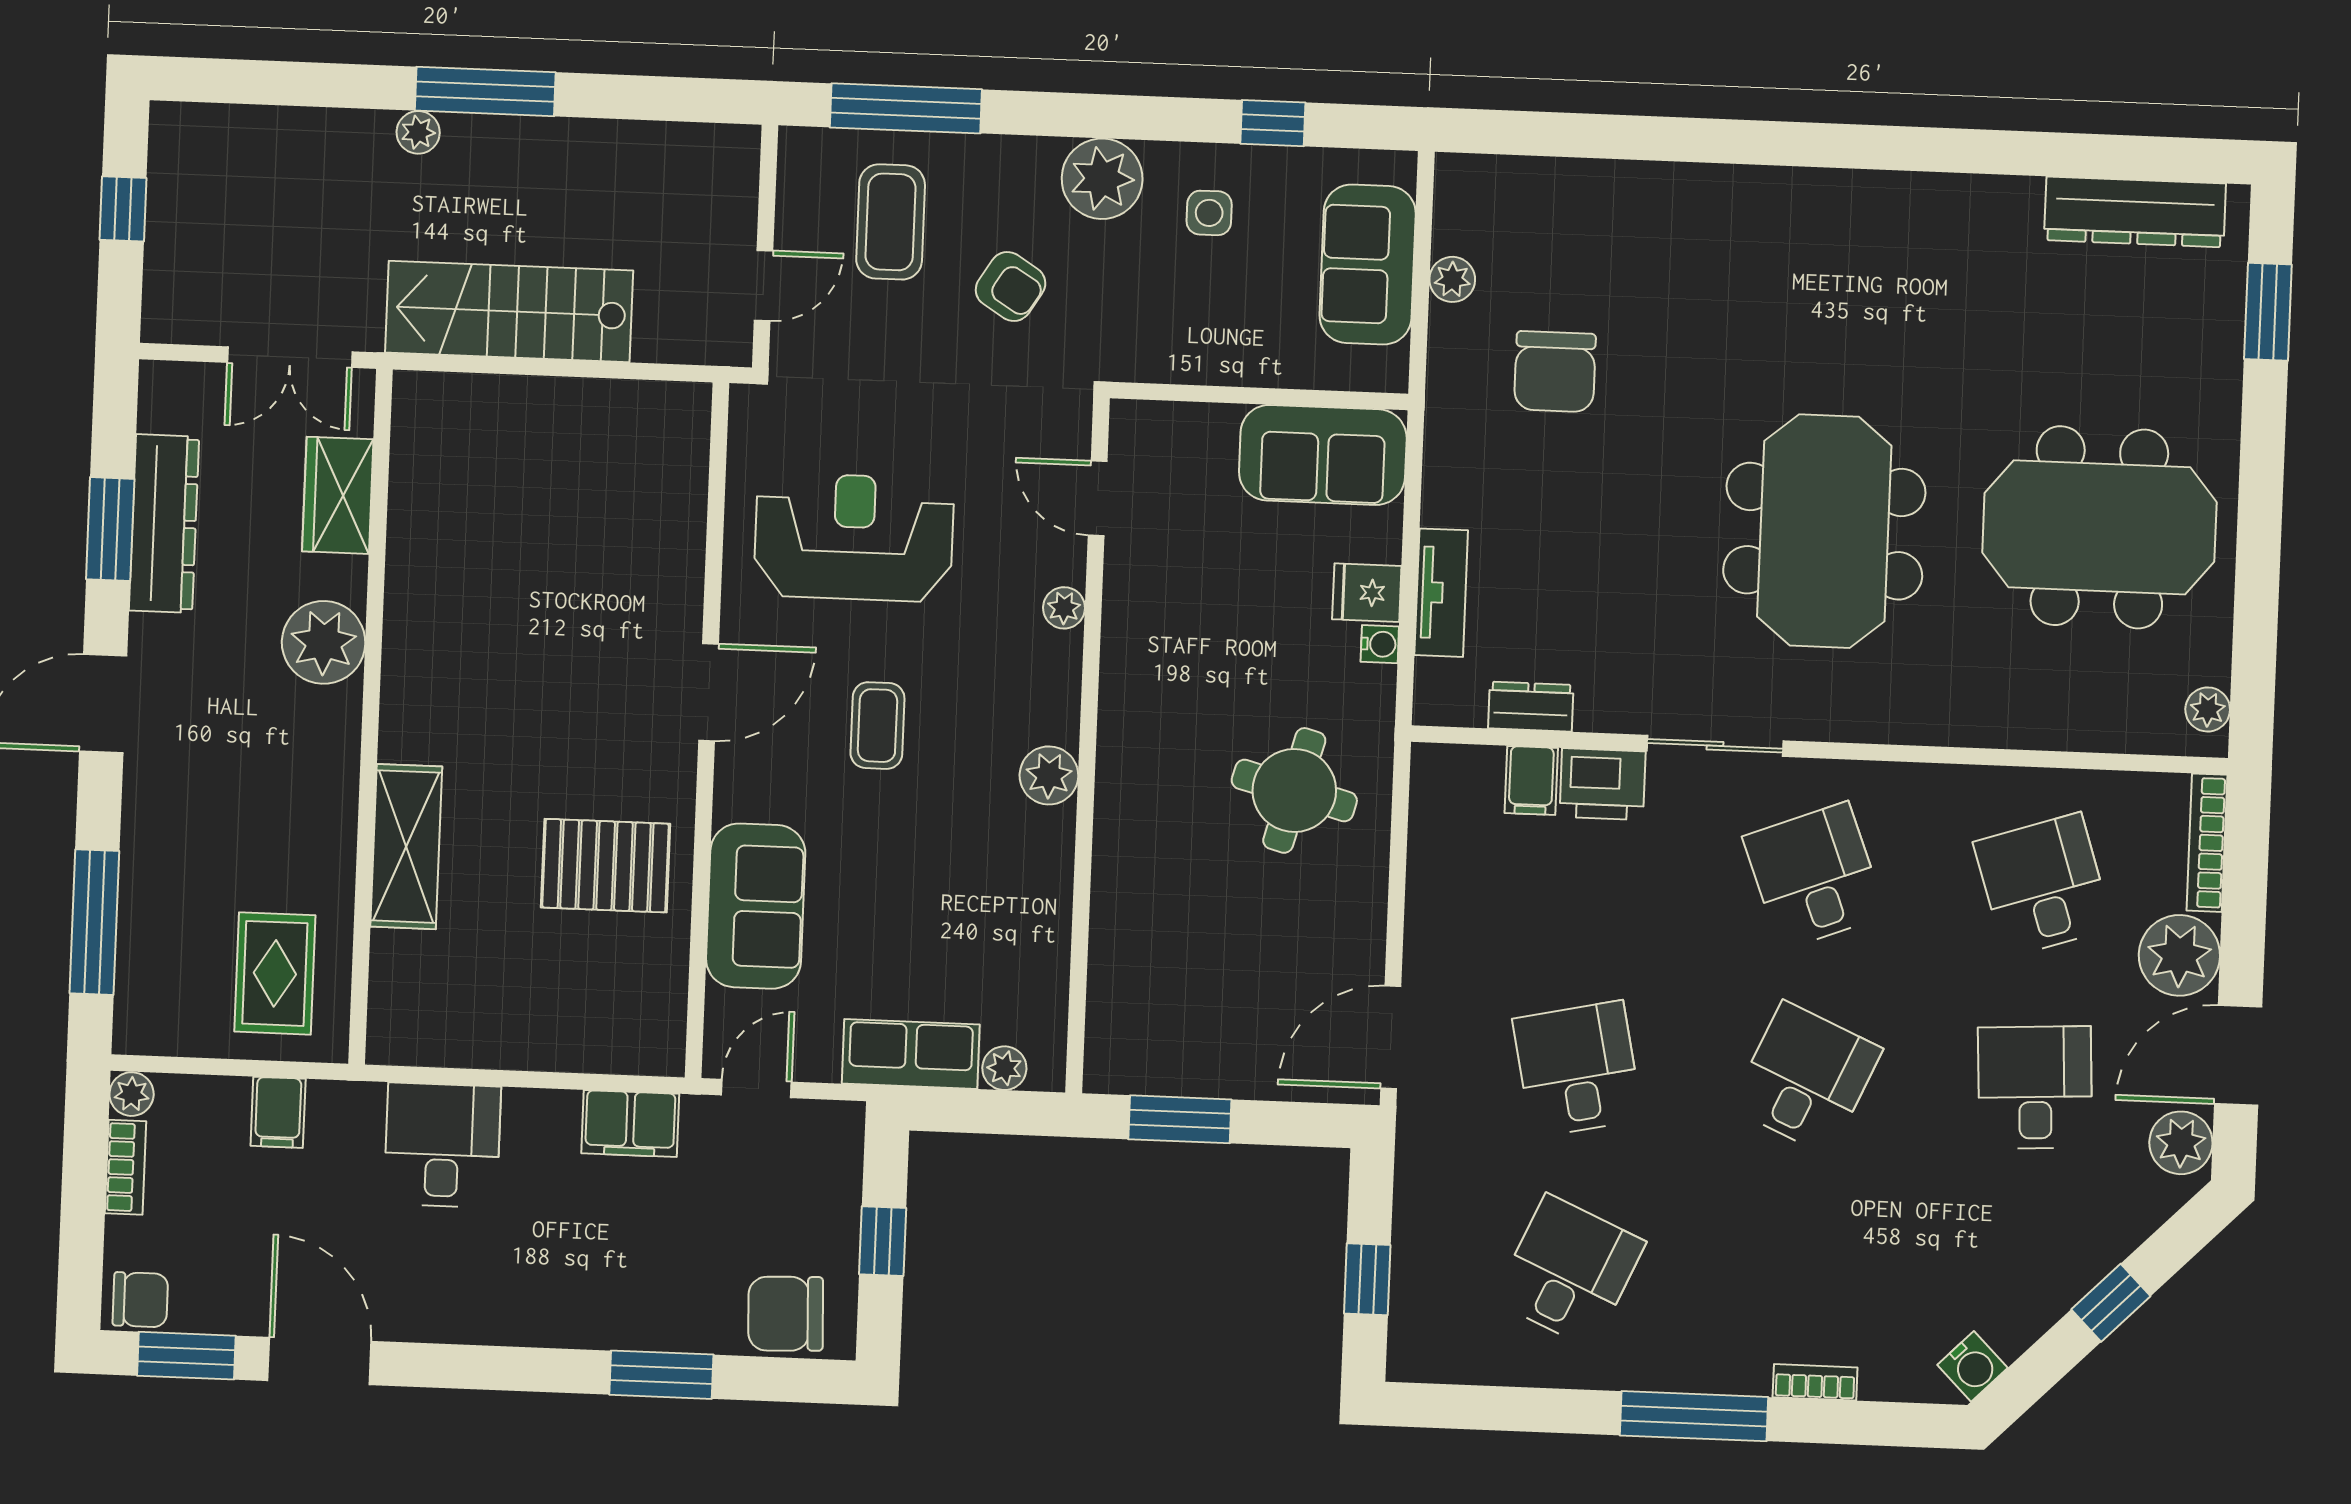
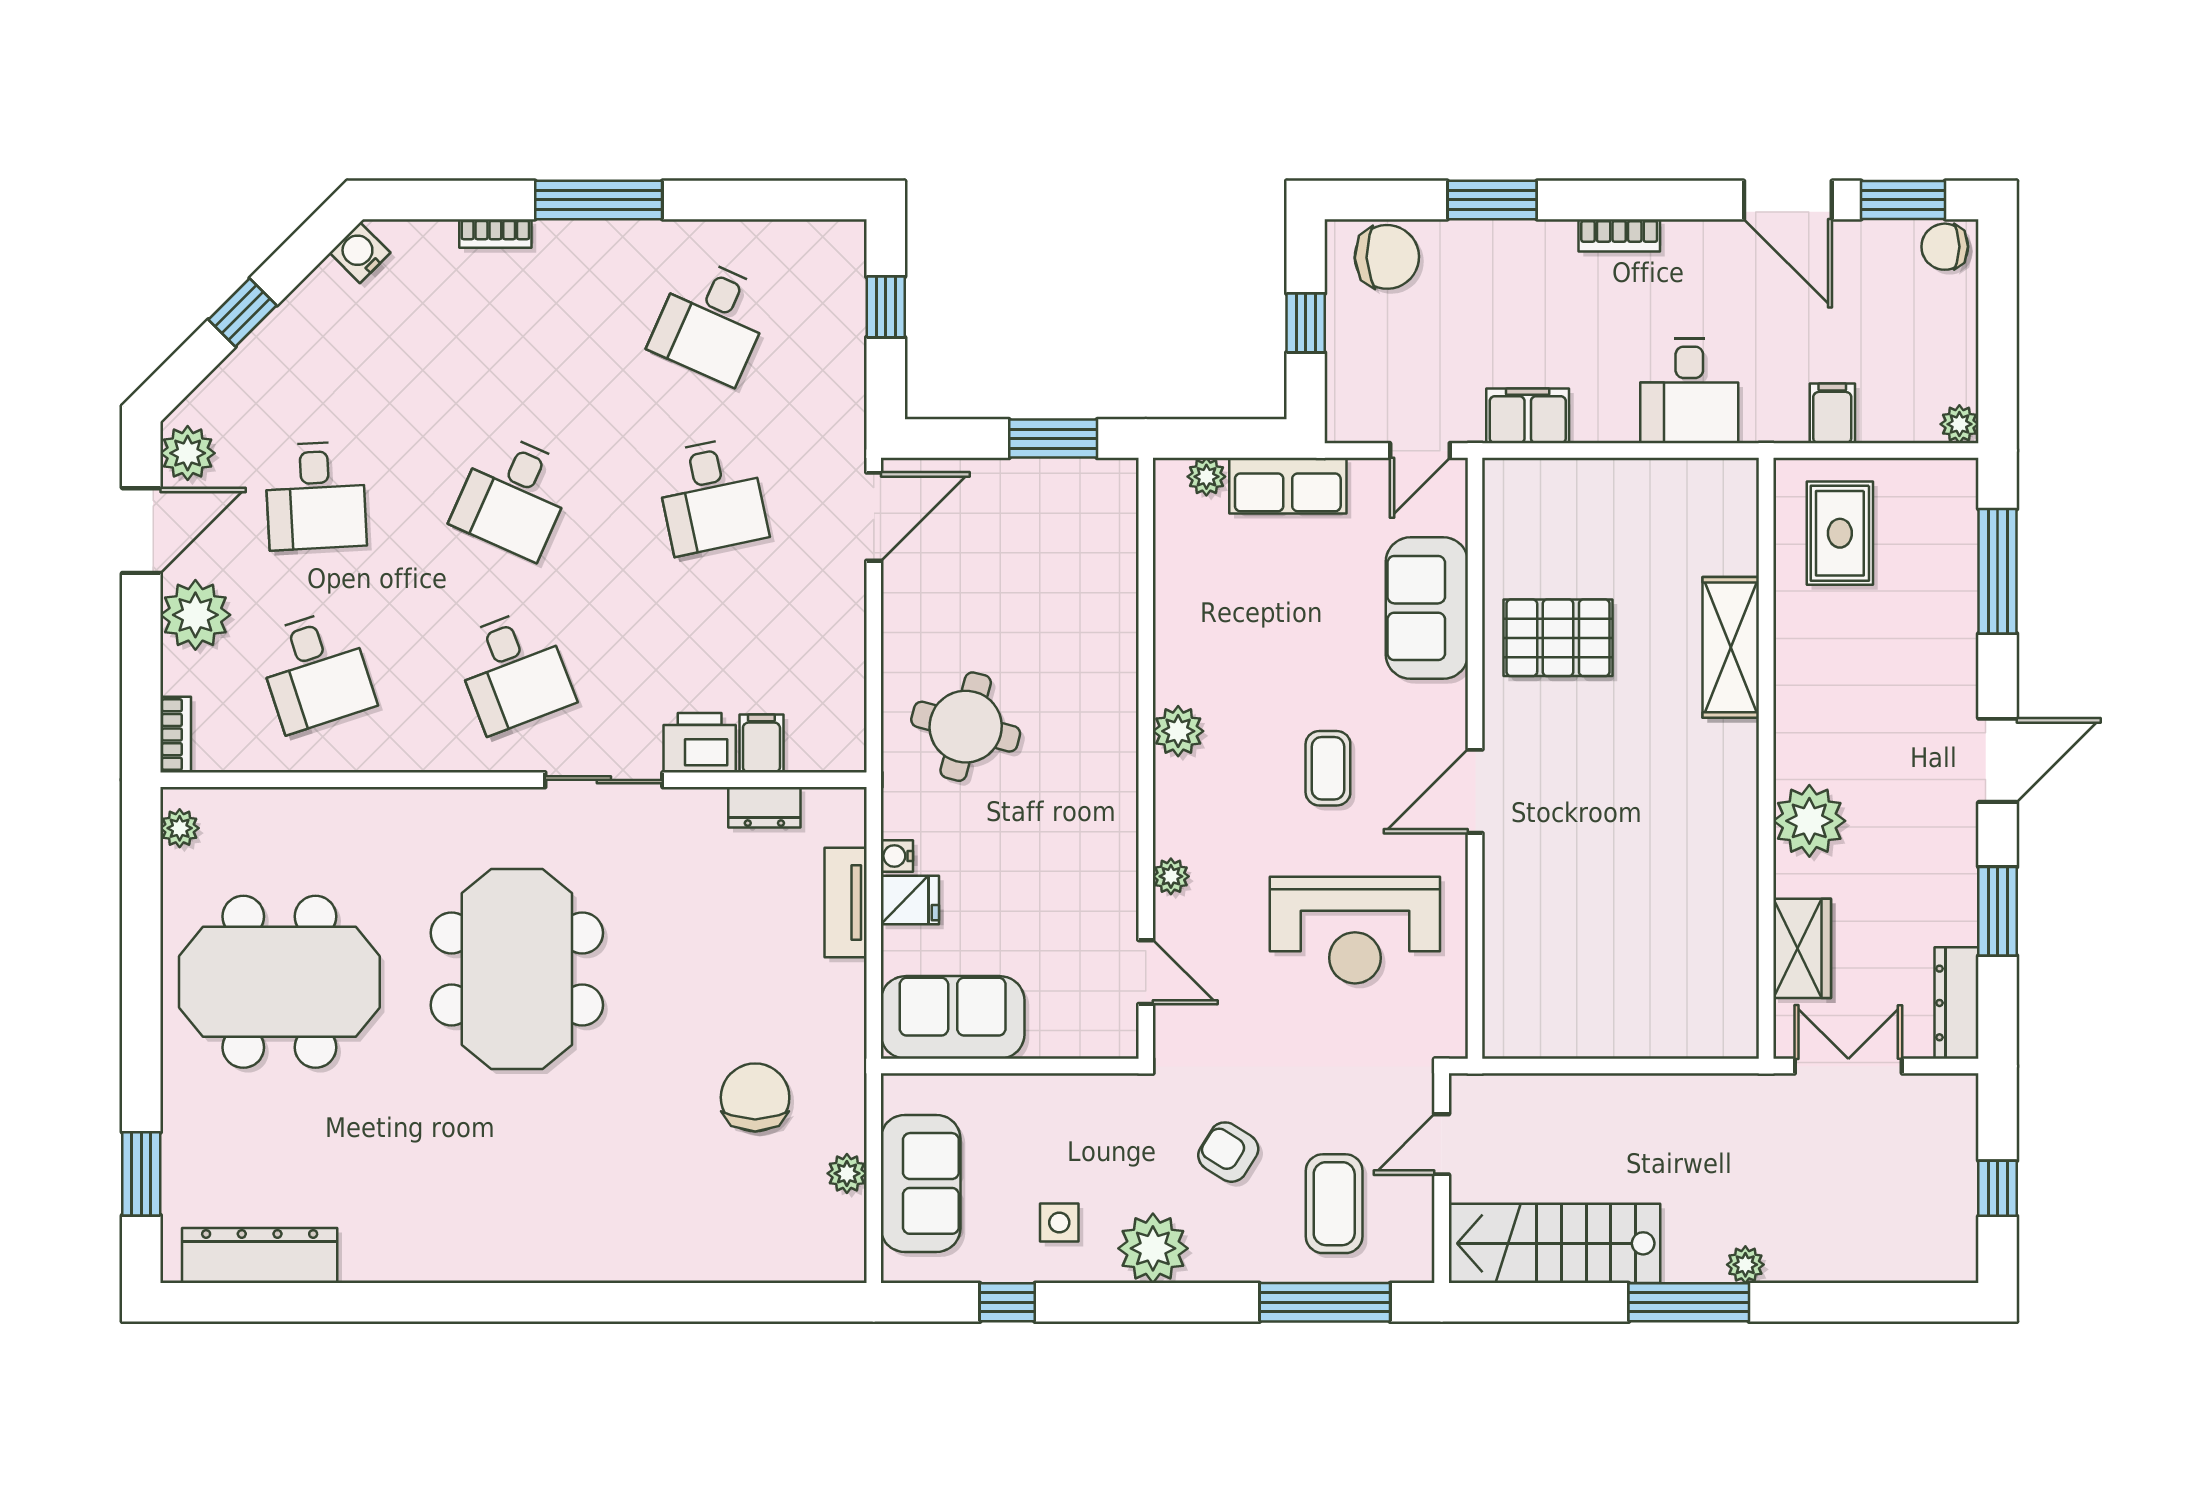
stairs: (509, 311) -> (1554, 1243), moved, turned 180
dresser: (164, 524) -> (1957, 1003), moved, width x0.73, depth x0.80
bookcase: (2207, 843) -> (176, 735), width x0.64
bookcase: (125, 1167) -> (1619, 235), moved, turned -90

